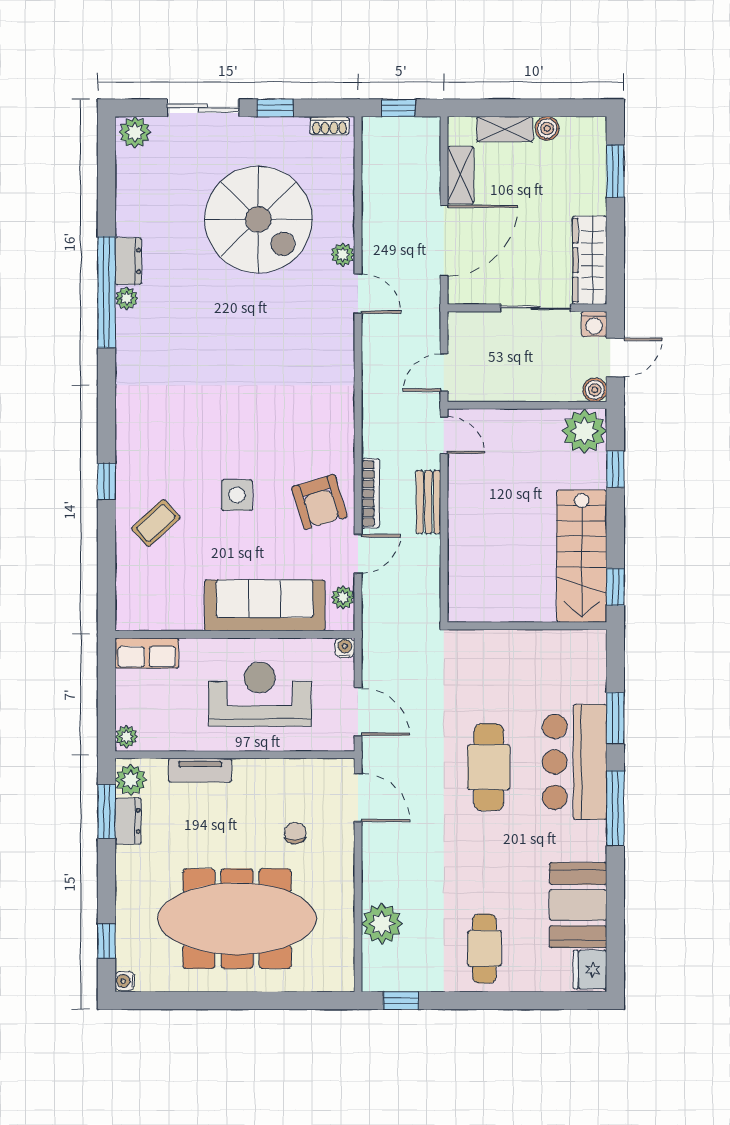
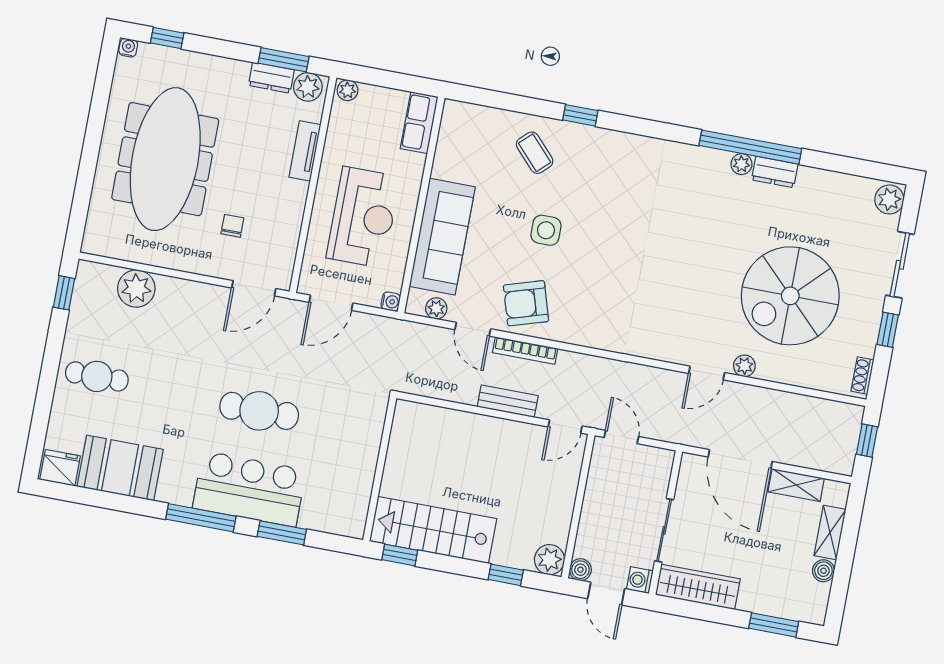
plant: (584, 431) -> (549, 560), width x0.73, depth x0.73
chair: (295, 833) -> (232, 226), turned -90

